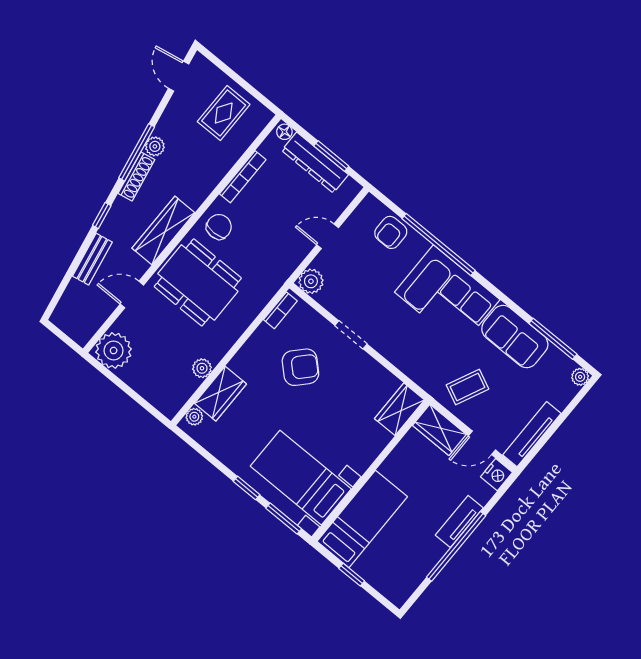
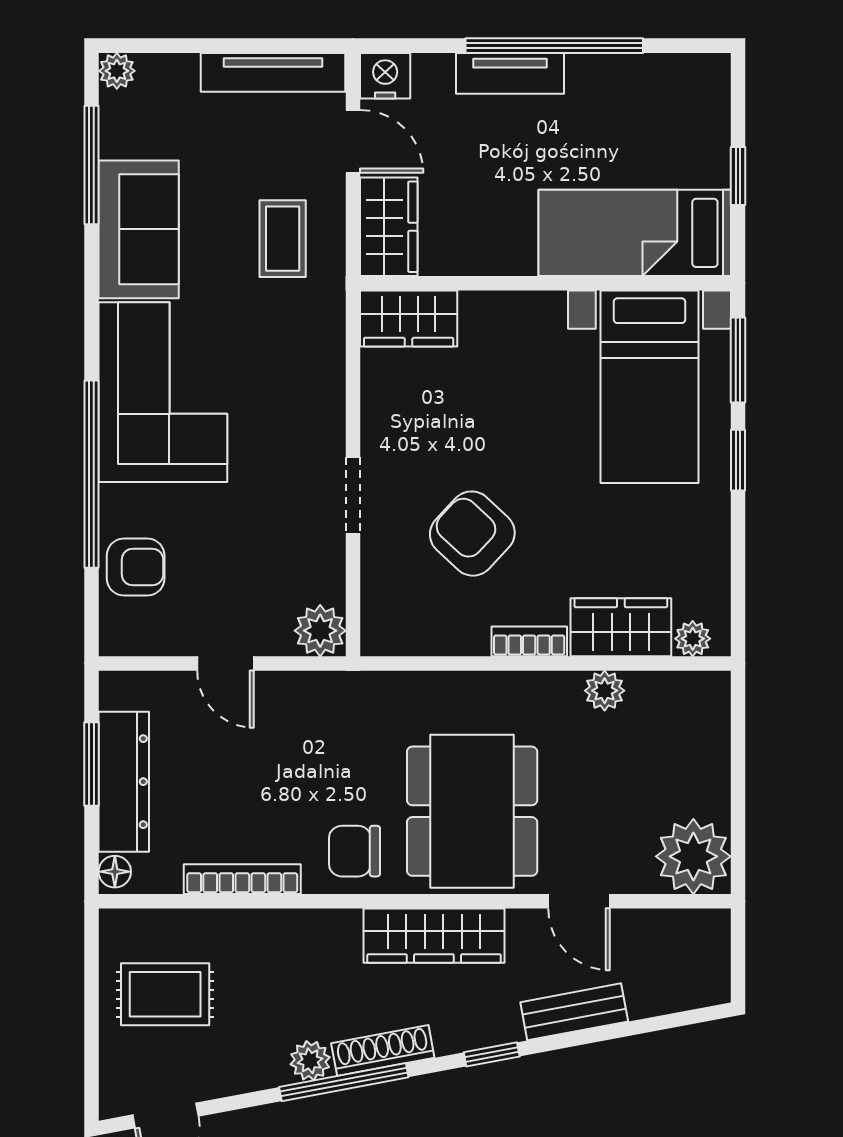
bookcase: (280, 310) -> (529, 641), moved
coffee table: (467, 387) -> (283, 239), turned 65

